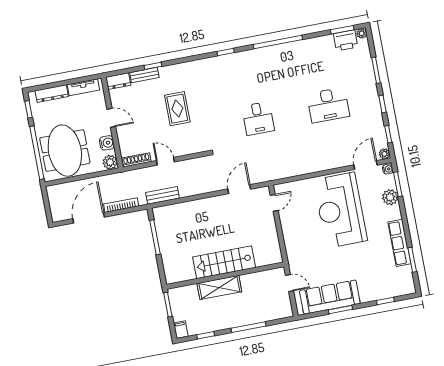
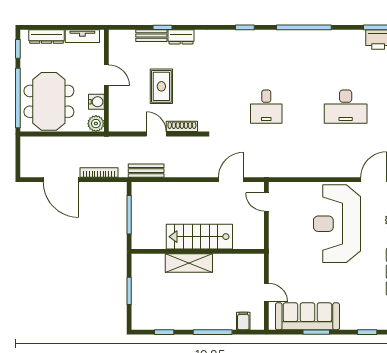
dresser: (118, 81) -> (181, 37), moved
rug: (177, 109) -> (161, 86), moved
shoe rack: (136, 160) -> (182, 126), moved
door: (274, 203) -> (266, 202), swing flipped
door: (89, 218) -> (61, 180), swing flipped
stairs: (224, 262) -> (199, 237), moved
wall: (225, 276) -> (198, 251), moved
shelving: (219, 287) -> (189, 263), moved
filing cabinet: (181, 330) -> (243, 321), moved

